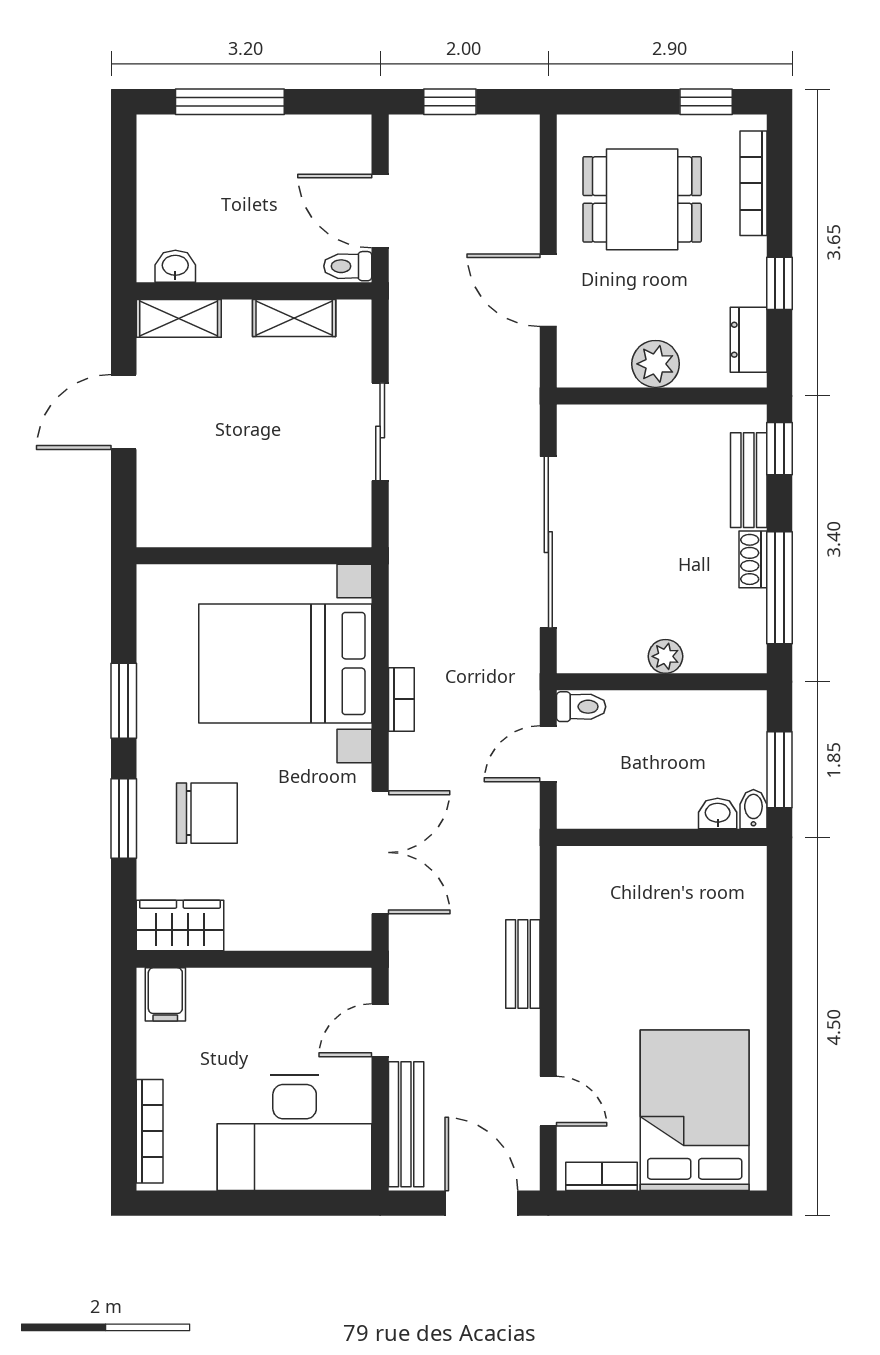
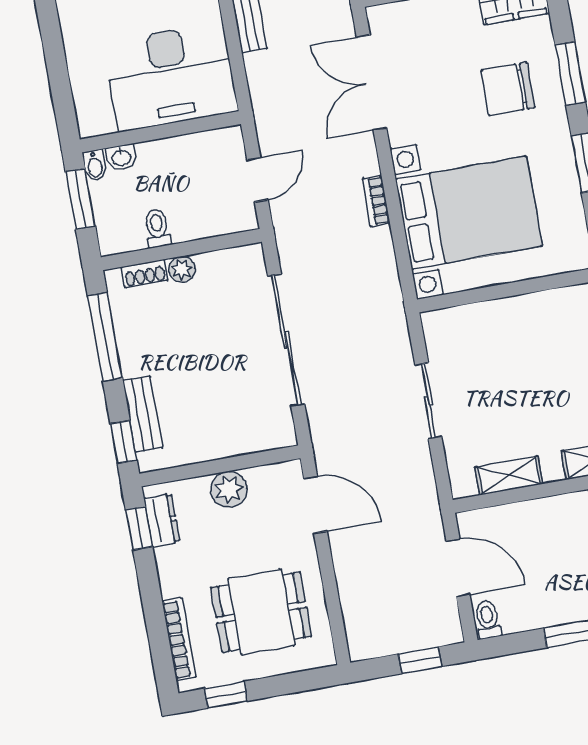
toilet: (348, 266) -> (488, 620), moved, turned -90
window: (779, 283) -> (139, 528), moved
door: (548, 290) -> (315, 505), moved
shoe rack: (753, 559) -> (145, 273), moved, turned 90
toilet: (581, 707) -> (157, 228), moved, turned 90
desk: (636, 905) -> (171, 77), added

